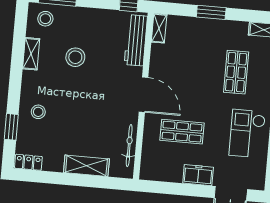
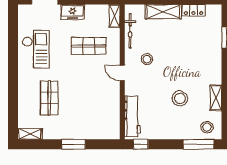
shelving: (159, 28) -> (115, 16), moved
door: (144, 95) -> (122, 73), width x0.53
stool: (38, 112) -> (147, 59), moved
locker: (28, 162) -> (193, 10), moved

